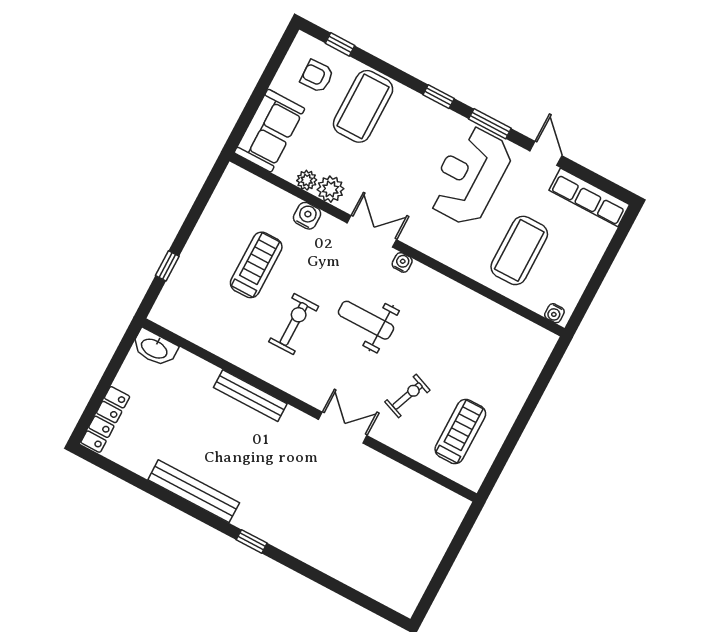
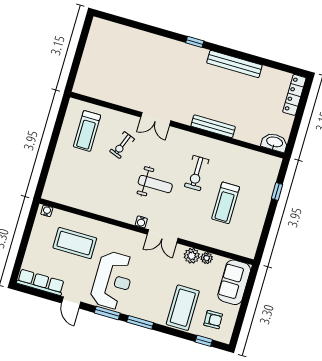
window: (439, 97) -> (140, 322), width x1.50
water cooler: (307, 216) -> (202, 237), removed
coffee table: (519, 250) -> (75, 243), turned 90

